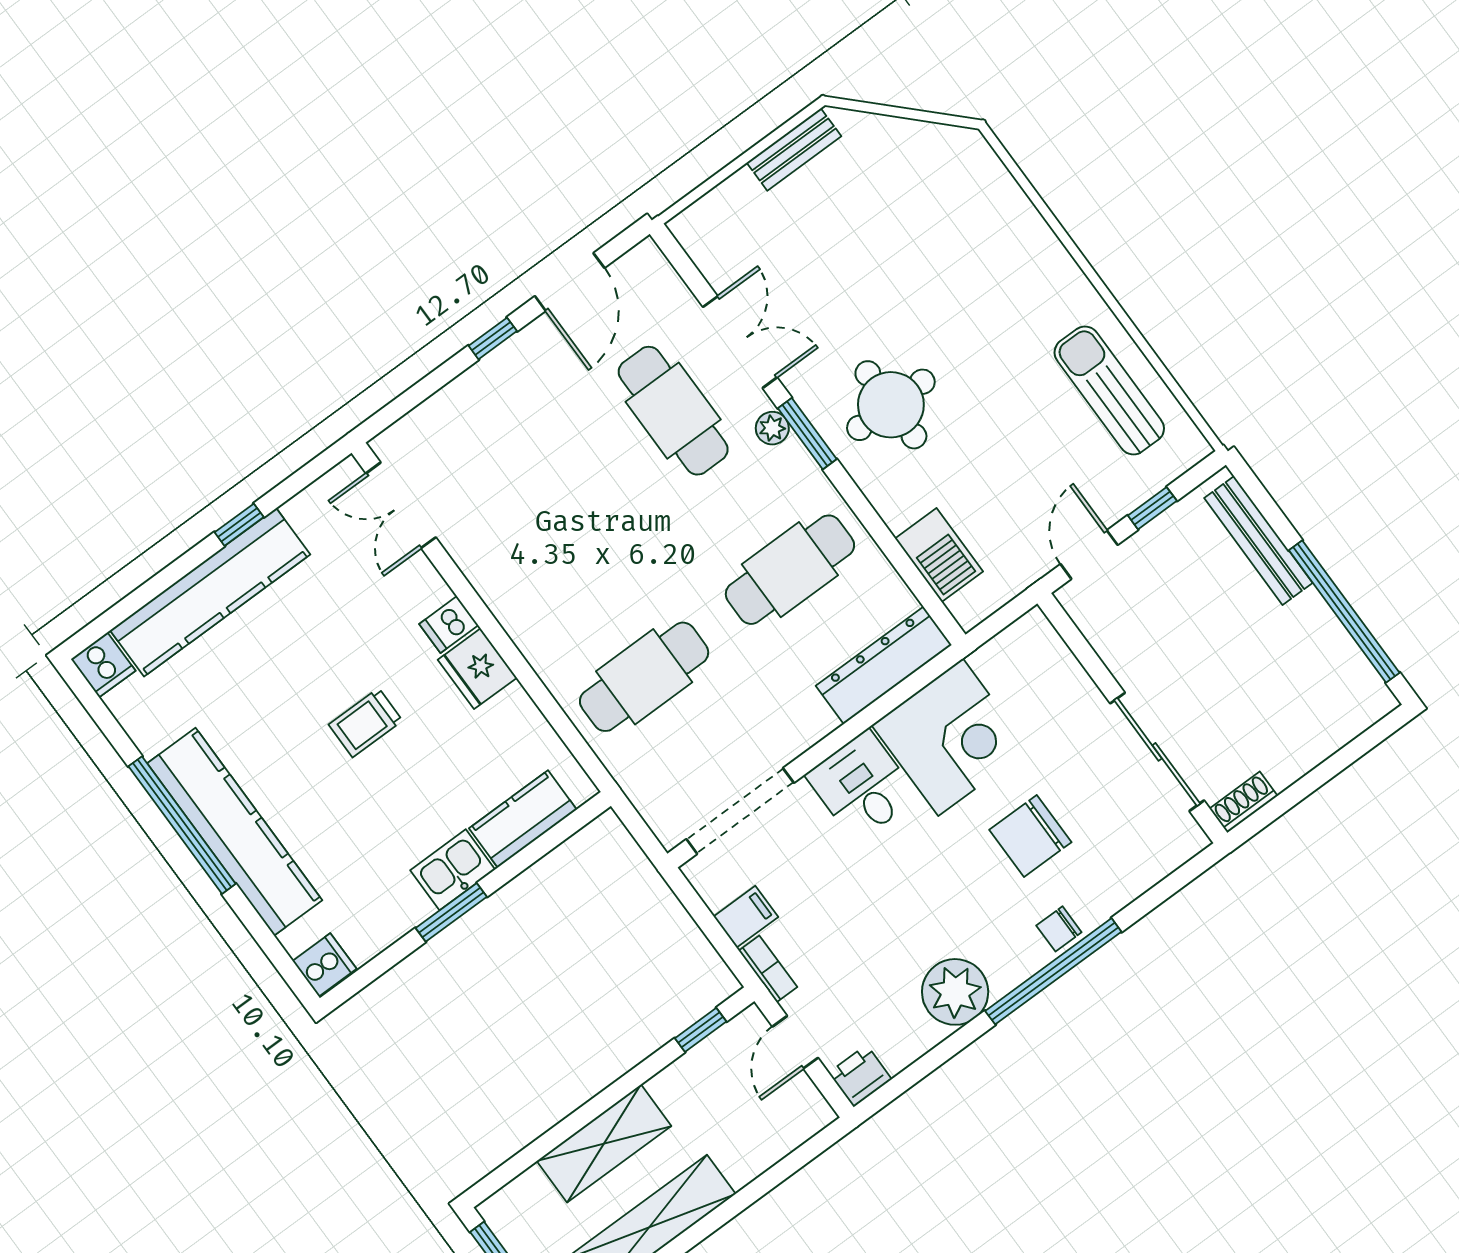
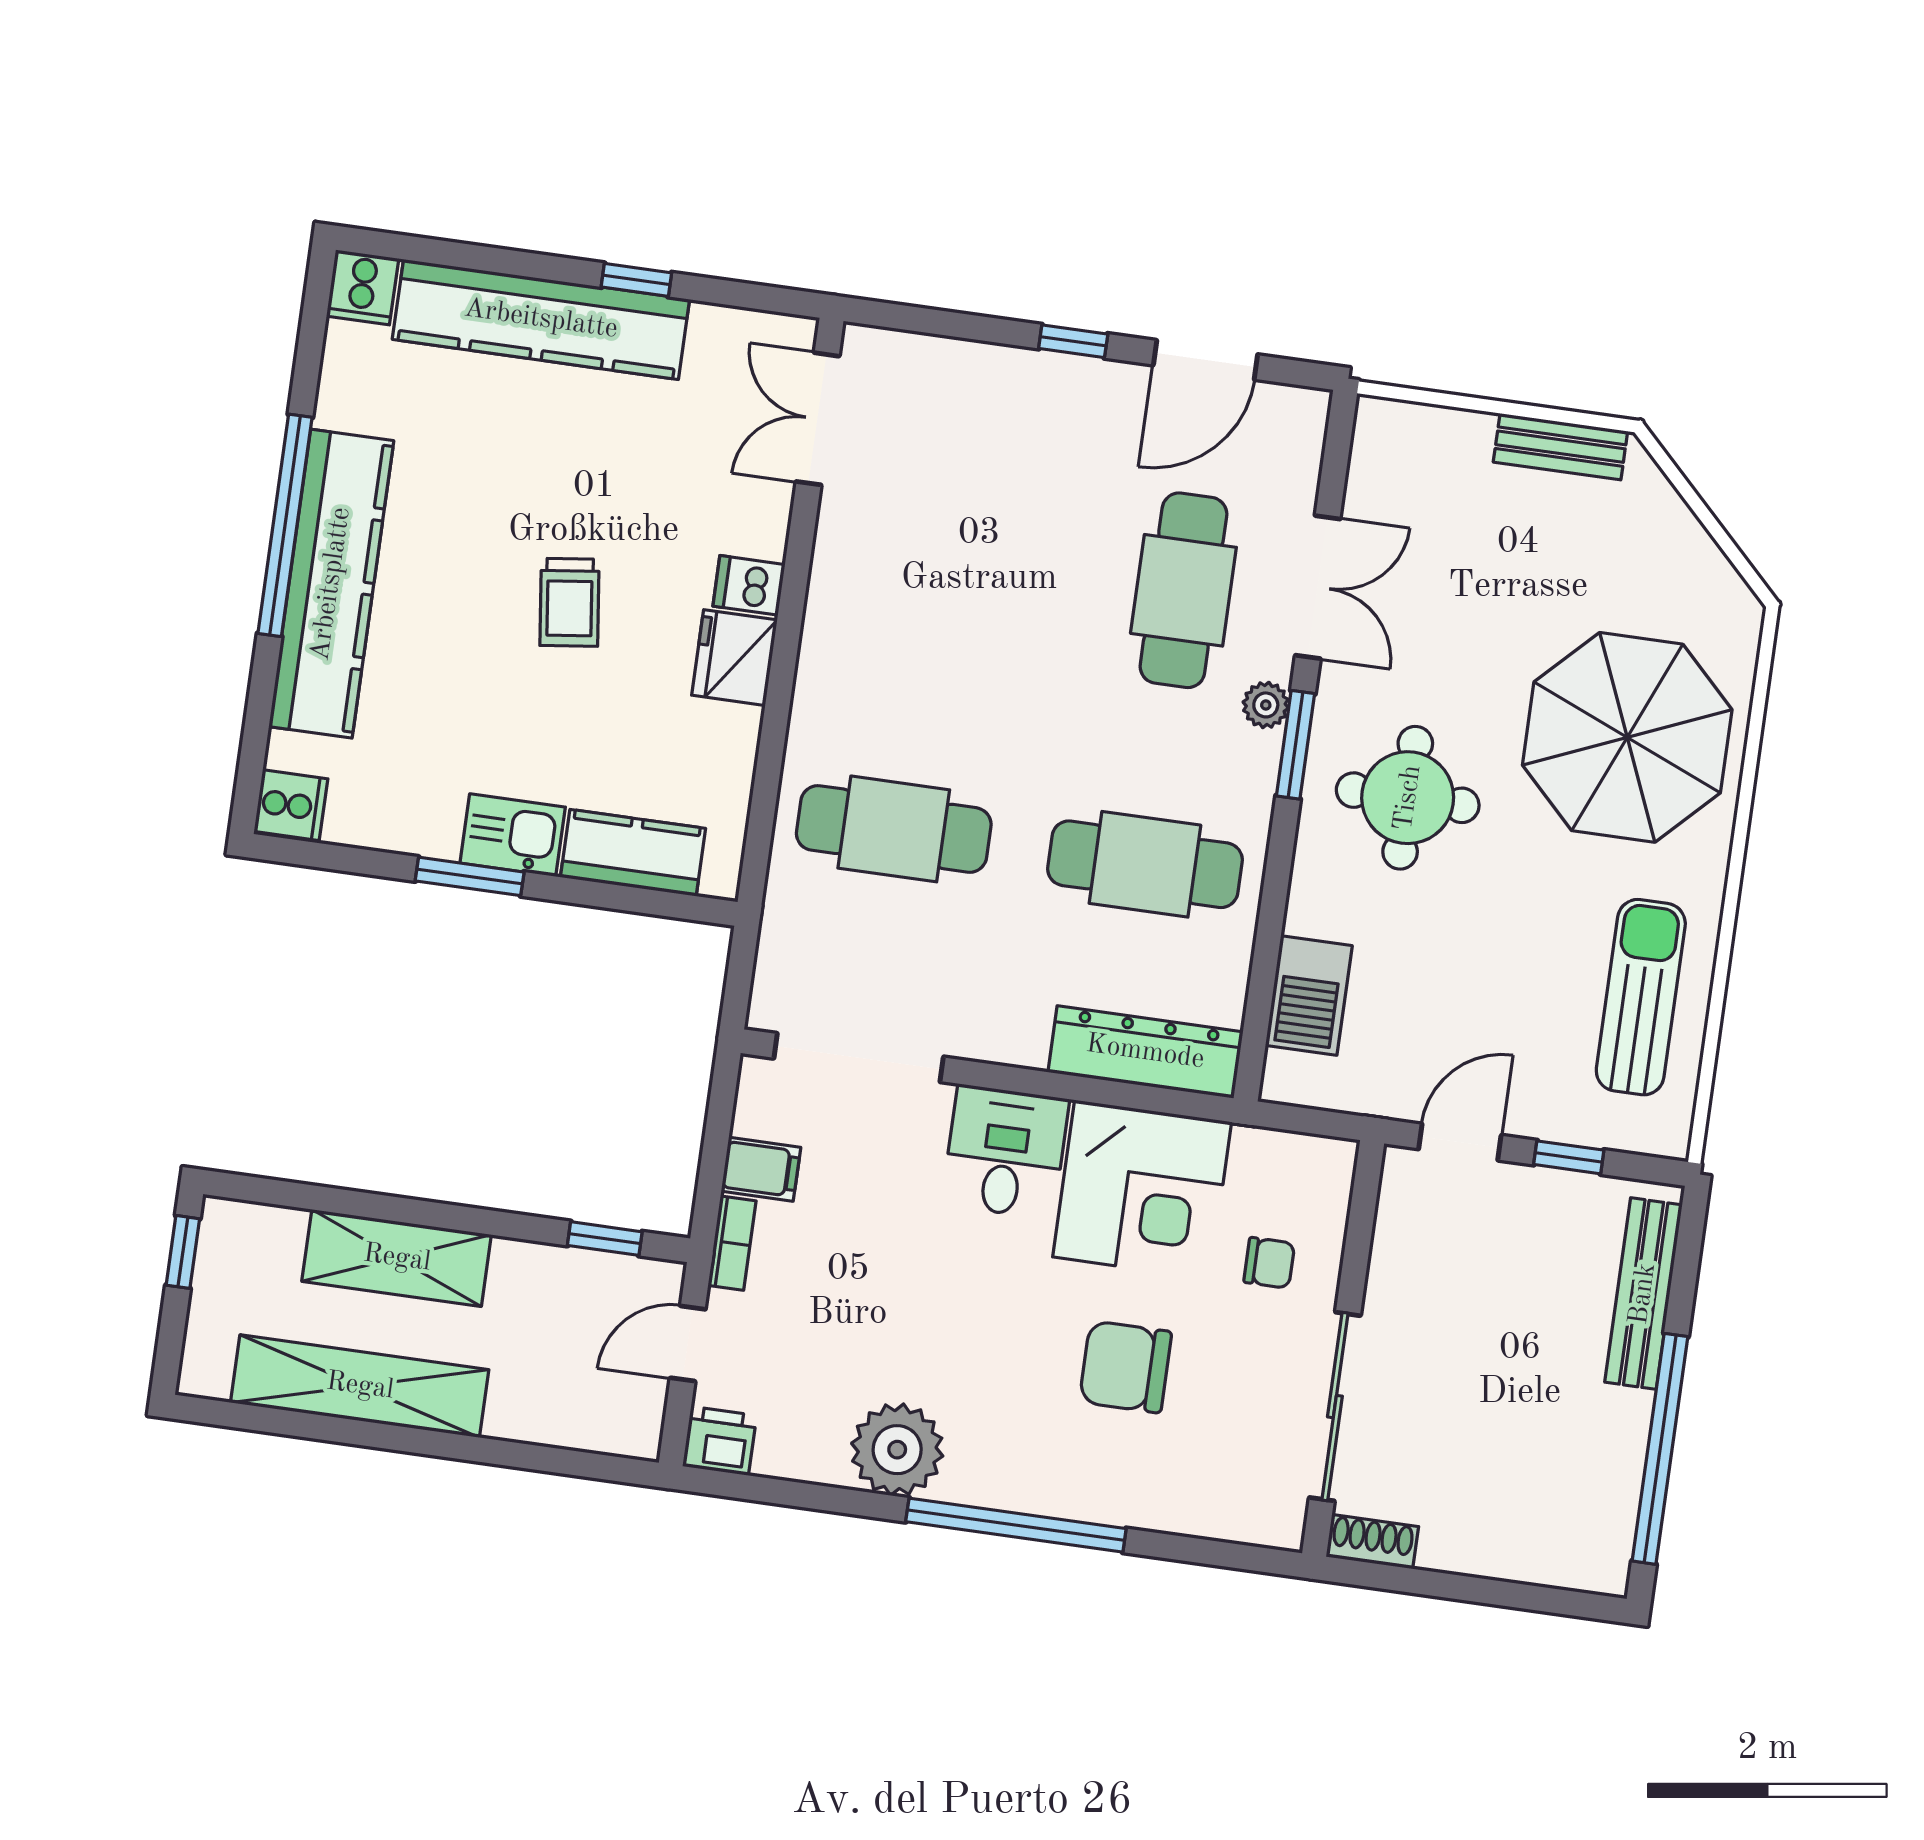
parasol: (973, 265) -> (1627, 737), added
trolley: (366, 723) -> (569, 602), turned -97
chair: (1059, 929) -> (1269, 1263), moved, turned 180

